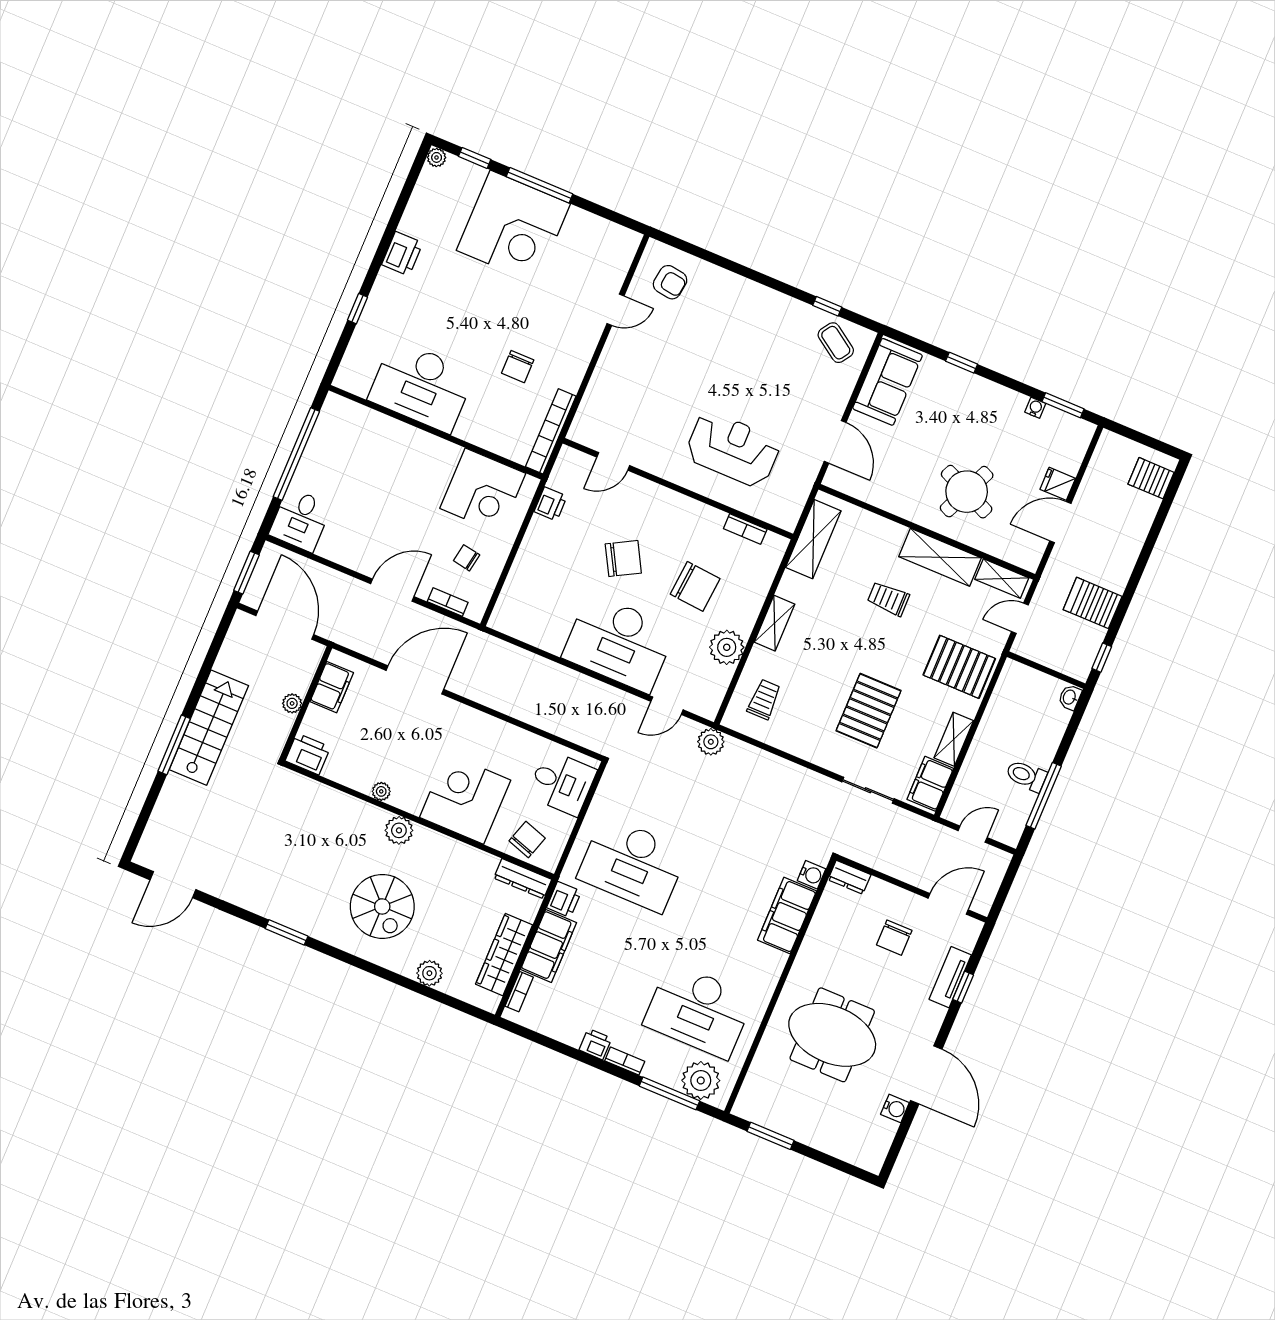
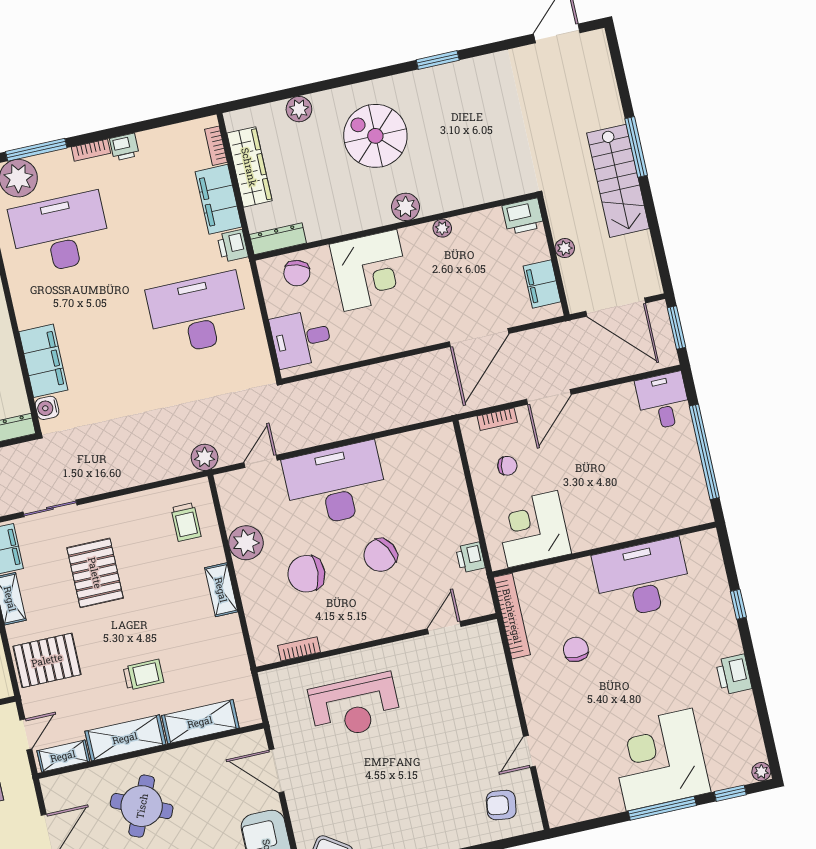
shelving: (813, 539) -> (200, 722), moved, turned 90

